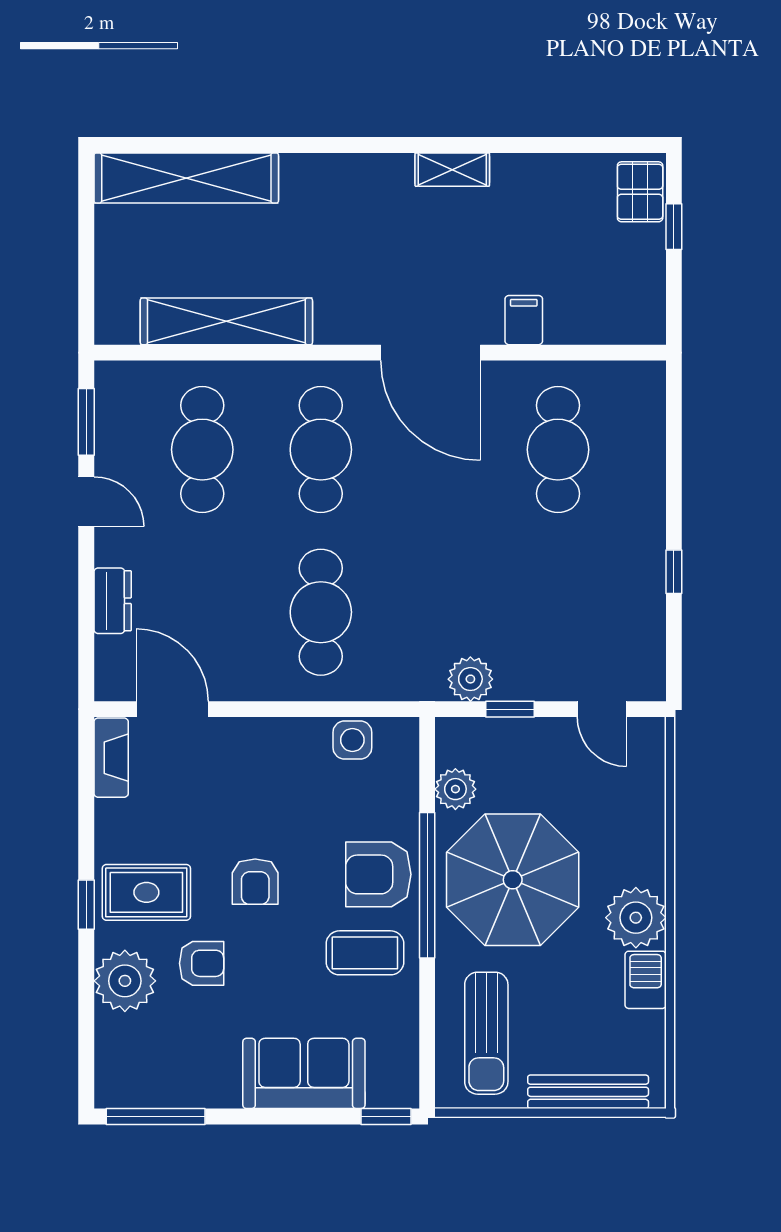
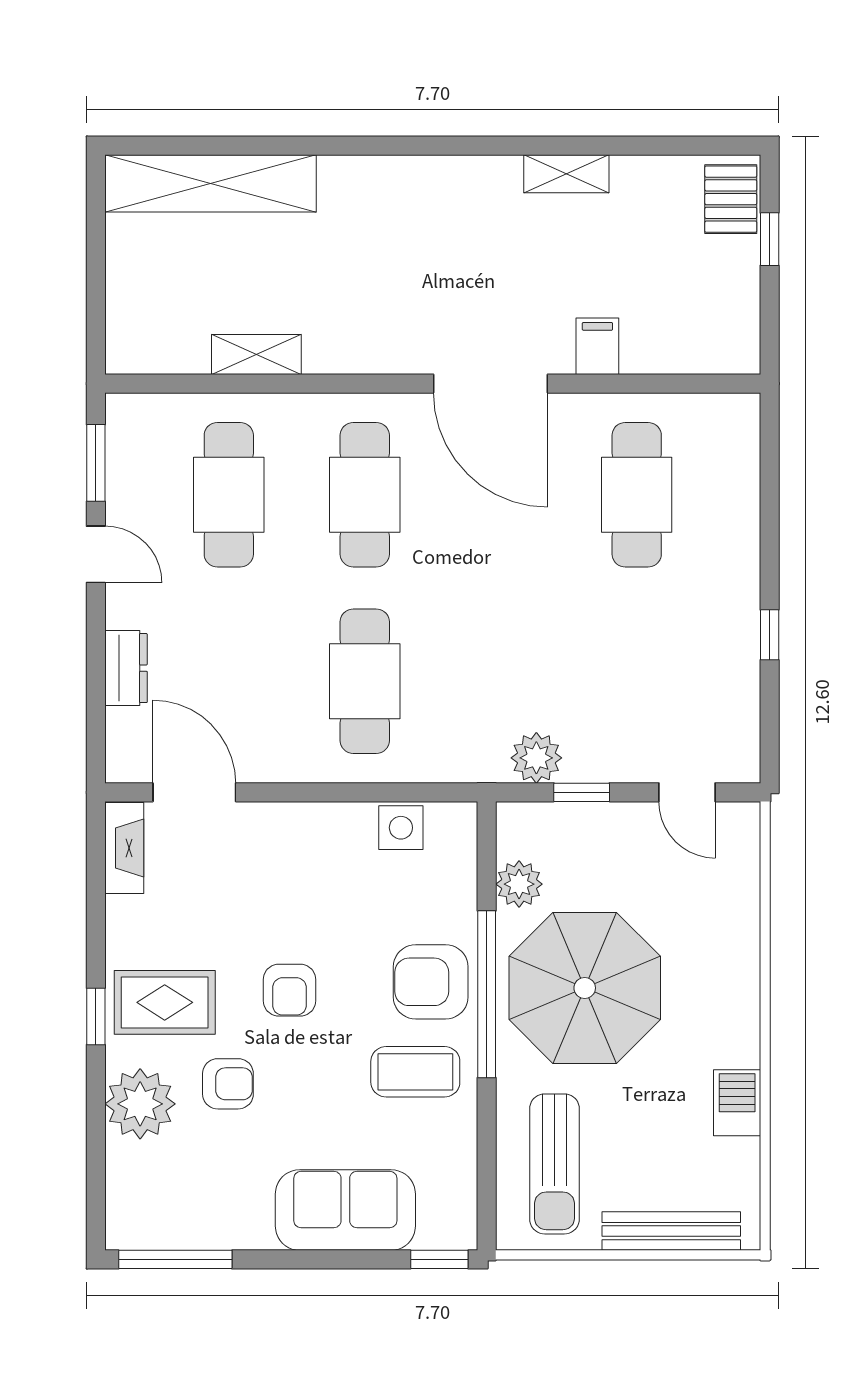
shelving: (452, 170) -> (566, 174), moved
shelving: (226, 321) -> (256, 354), width x0.45, depth x0.75
plant: (636, 918) -> (726, 1031), removed

